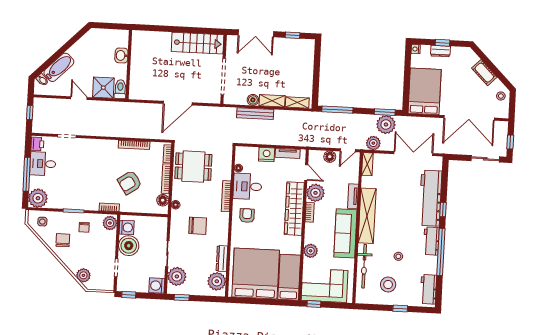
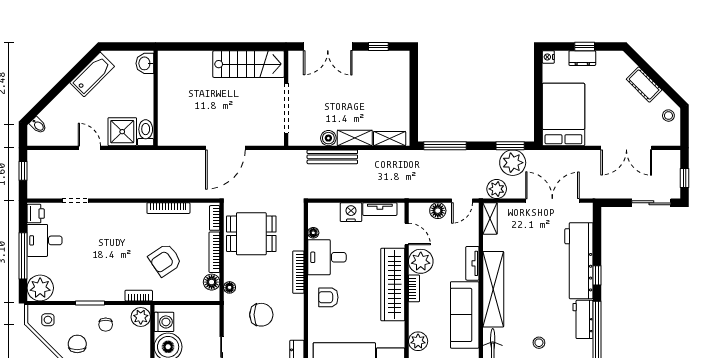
washbasin: (121, 55) -> (145, 63), moved
bathtub: (59, 67) -> (92, 75), moved
double door: (469, 118) -> (626, 148), width x0.73
armchair: (247, 216) -> (328, 297), turned -90

